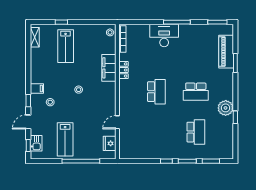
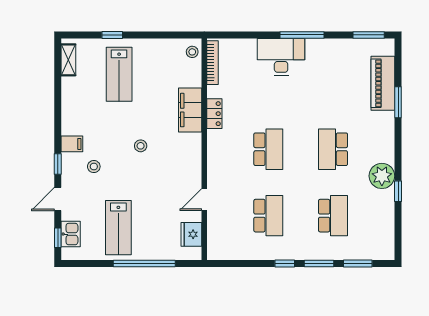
school desk: (196, 92) -> (333, 149), turned 90
school desk: (156, 132) -> (268, 216), added

